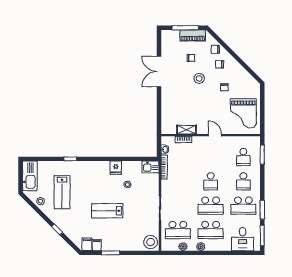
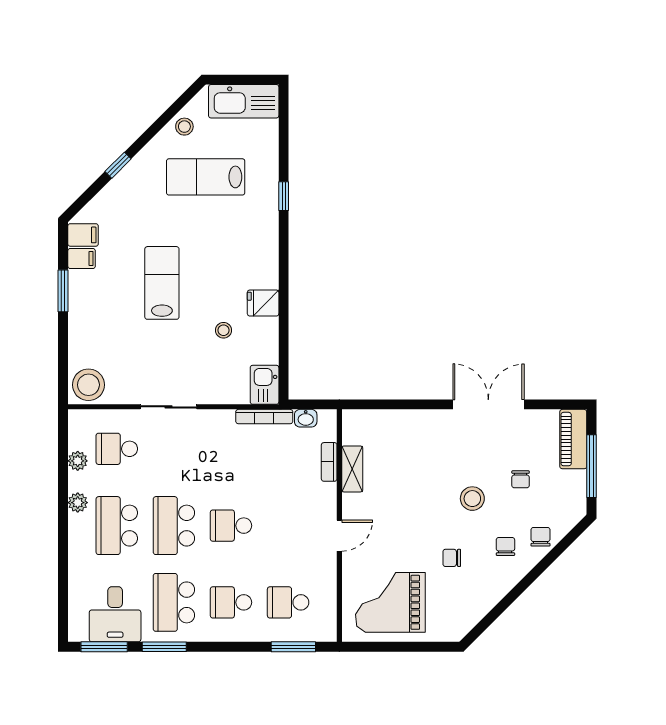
piano: (193, 35) -> (573, 439), moved
school desk: (178, 230) -> (117, 449), width x0.54
desk: (243, 239) -> (115, 614), moved, turned -90

